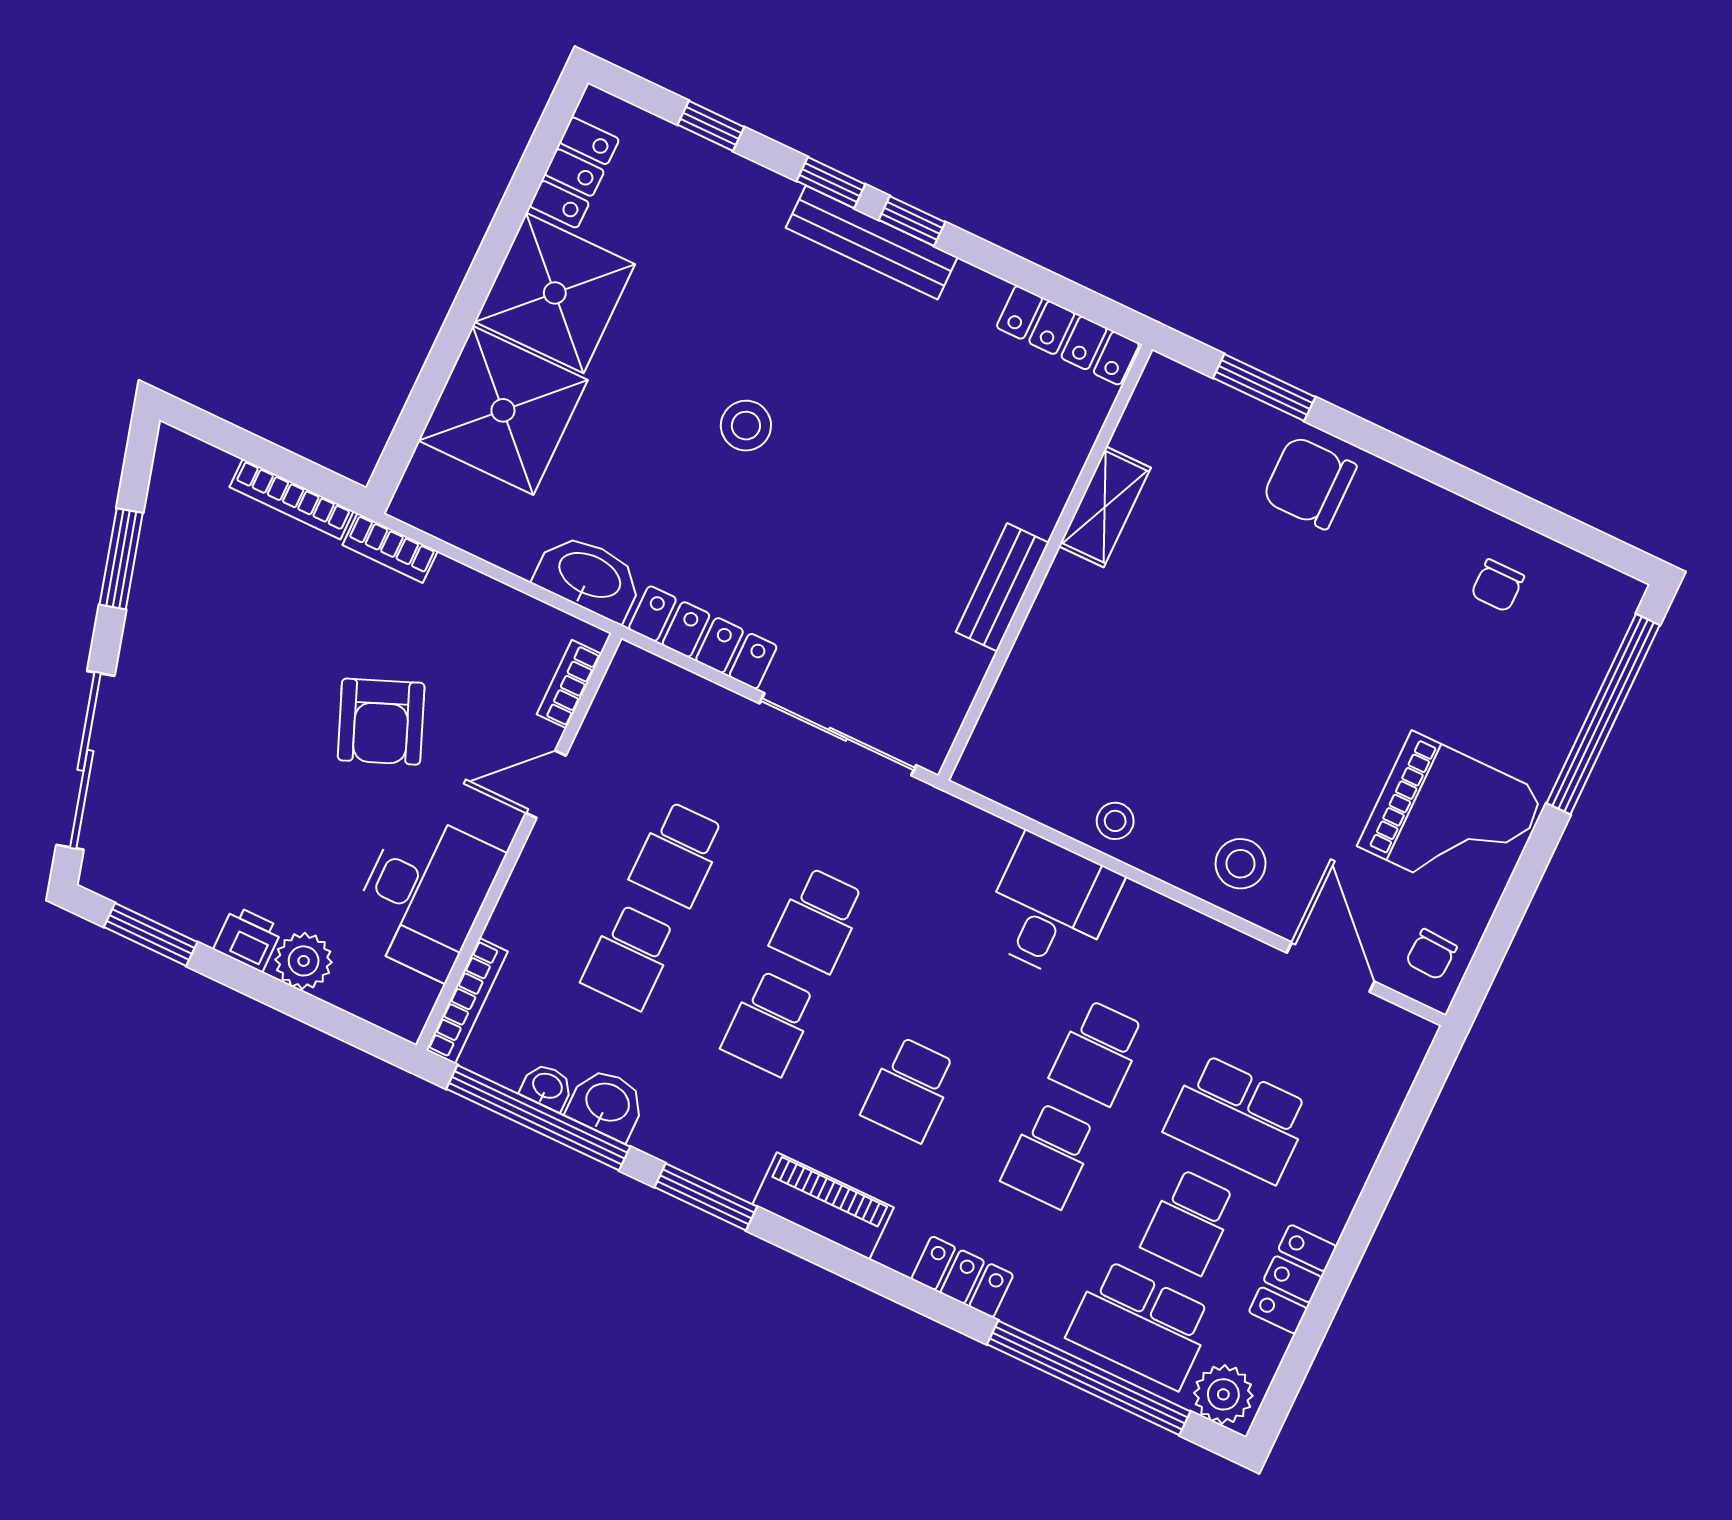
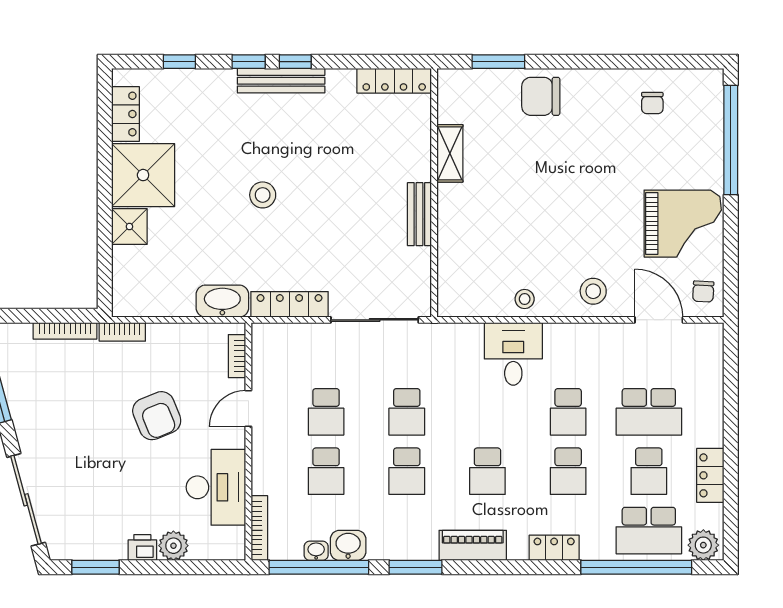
shower: (503, 410) -> (129, 227), width x0.54, depth x0.54

